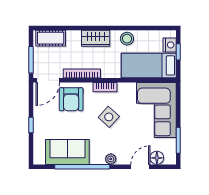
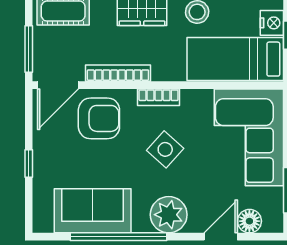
armchair: (71, 99) -> (99, 118), turned -90
plant: (111, 159) -> (169, 215), width x1.88, depth x1.88

